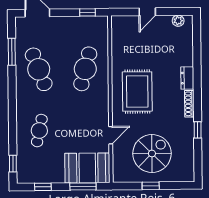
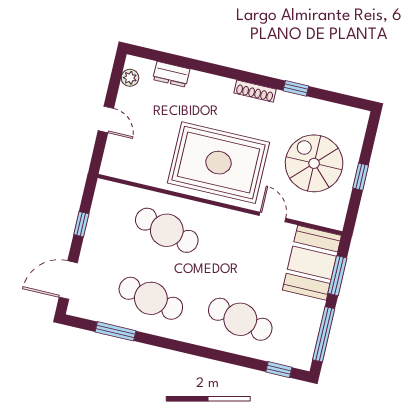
window: (87, 12) -> (81, 224), moved
cafe table: (39, 69) -> (151, 298), turned 33
dresser: (187, 78) -> (171, 74), moved
rug: (137, 92) -> (219, 163), width x1.37, depth x1.44
cafe table: (39, 131) -> (240, 319), width x1.37, depth x1.35
window: (43, 187) -> (324, 334), width x2.17

